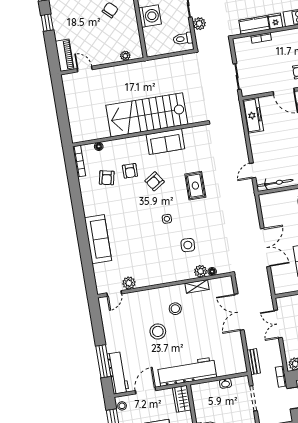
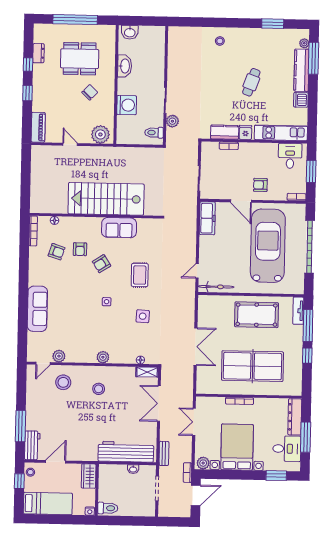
plant: (125, 56) -> (100, 134), width x1.87, depth x1.87
door: (85, 69) -> (70, 144), moved
armchair: (107, 178) -> (57, 252), turned -84
side table: (188, 245) -> (143, 316), moved
plant: (201, 271) -> (103, 357), moved
shelving: (197, 286) -> (147, 372), moved
stool: (158, 331) -> (63, 382), moved
workbench: (187, 372) -> (126, 452), moved
workbench: (118, 373) -> (32, 445), width x0.73

